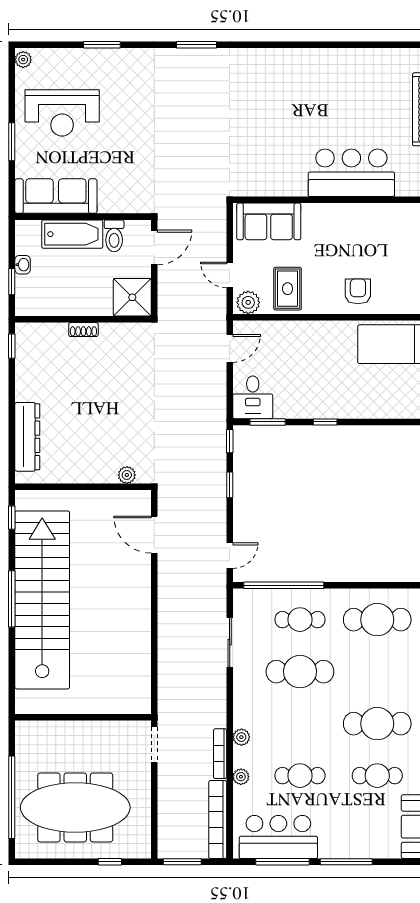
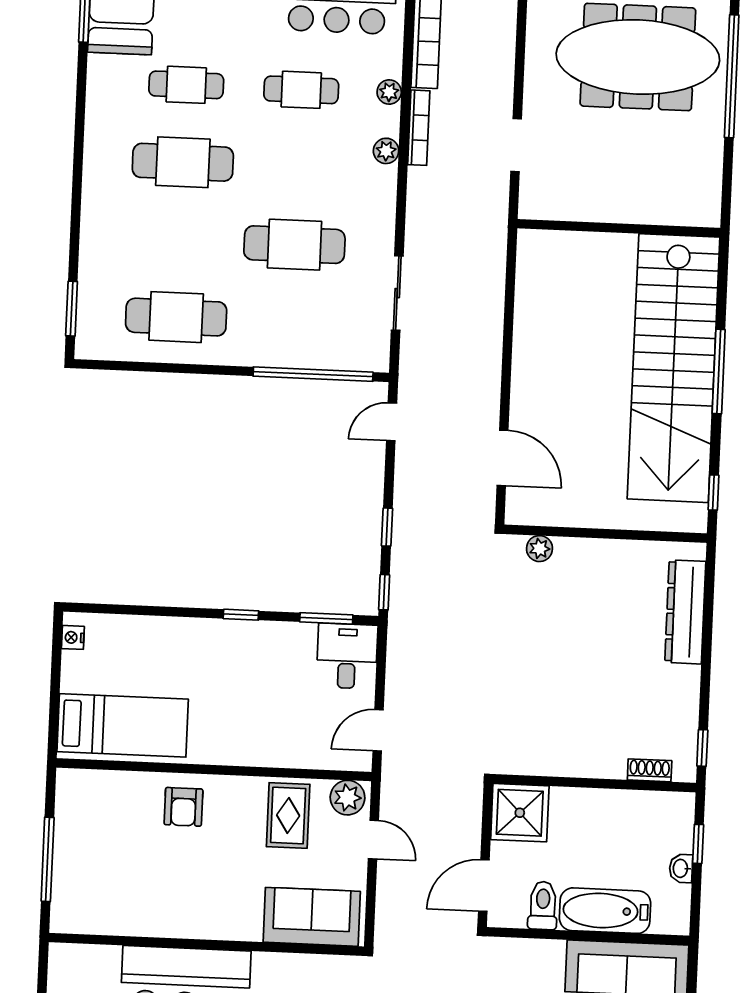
shoe rack: (83, 330) -> (650, 770), moved
cafe table: (300, 620) -> (291, 322), removed
wall: (83, 717) -> (619, 228), moved

